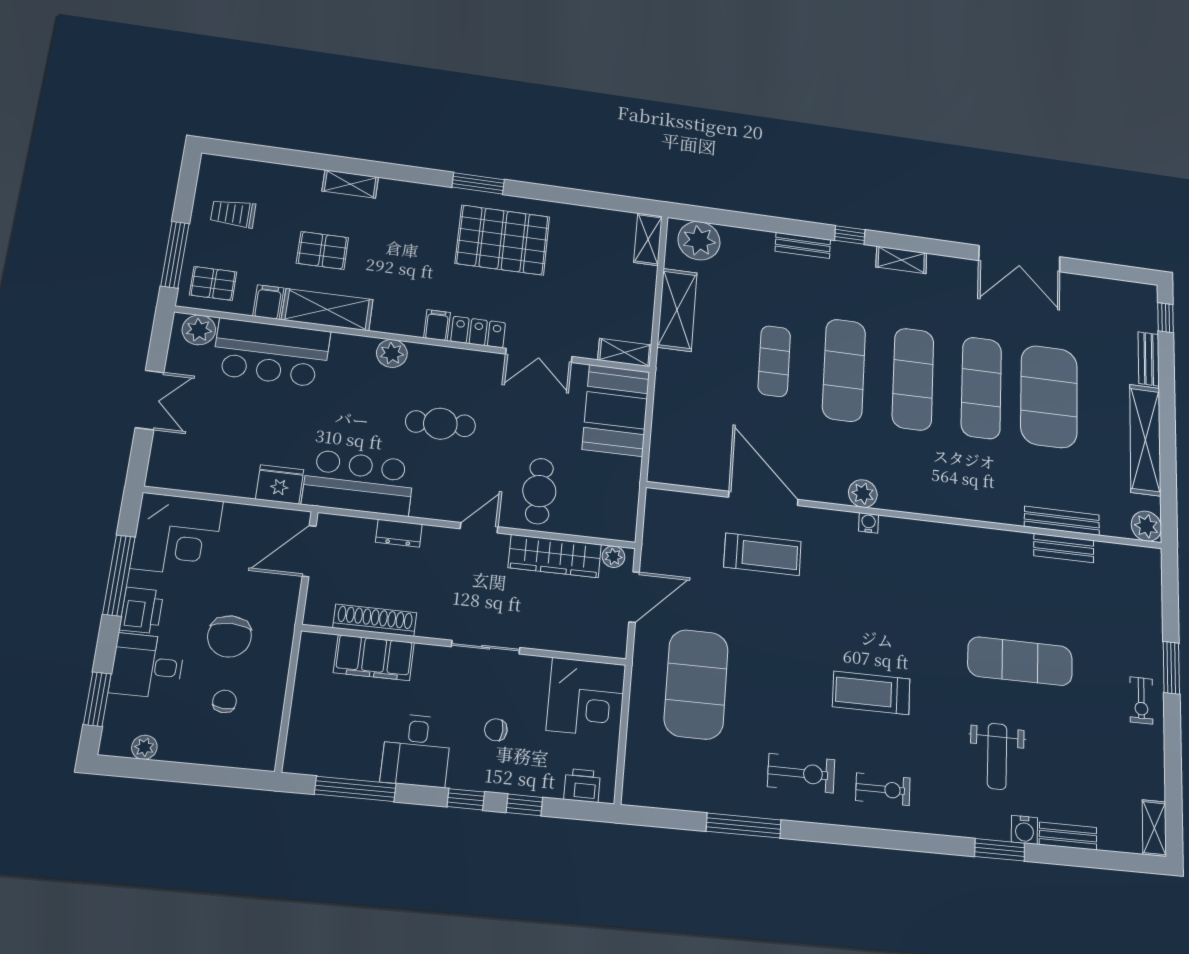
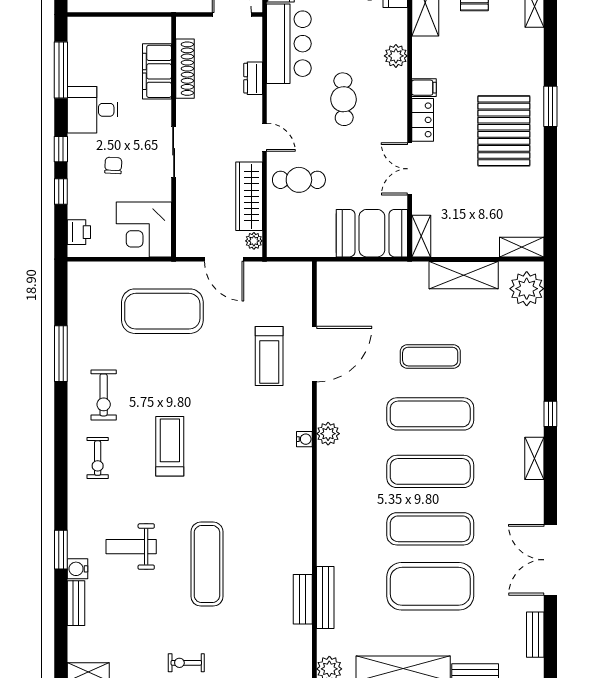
bench: (803, 245) -> (535, 635), moved

